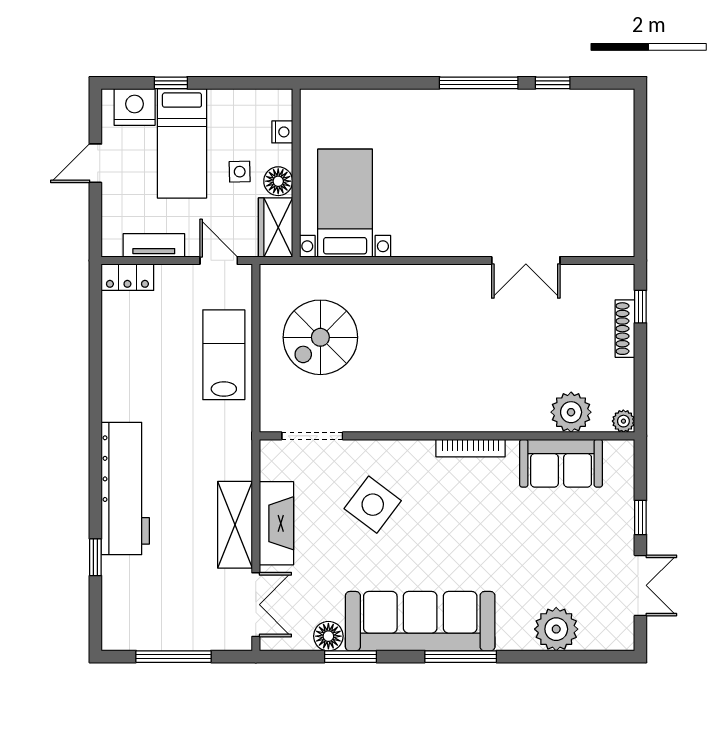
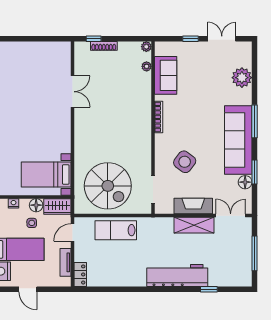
spiral stairs: (320, 337) -> (108, 186), width x1.37, depth x1.37
plant: (571, 412) -> (147, 66), width x0.53, depth x0.53

